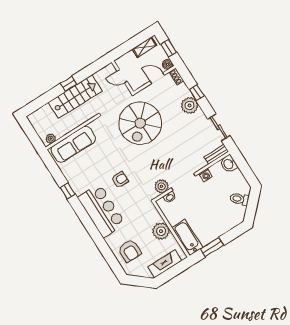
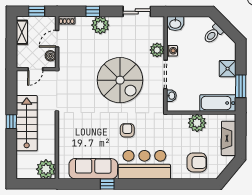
boiler: (167, 64) -> (51, 56), moved
spiral stairs: (140, 123) -> (120, 80), moved
plant: (51, 139) -> (46, 169), width x1.87, depth x1.87
sofa: (73, 144) -> (93, 169), moved, turned -90
bench: (216, 154) -> (160, 29), removed
plant: (162, 186) -> (157, 50), moved
shower: (219, 228) -> (228, 69), added

